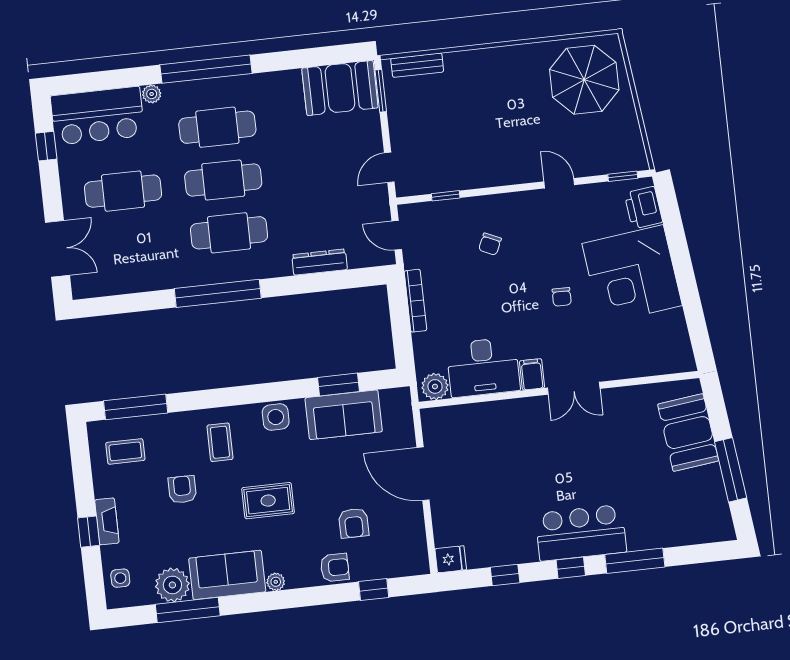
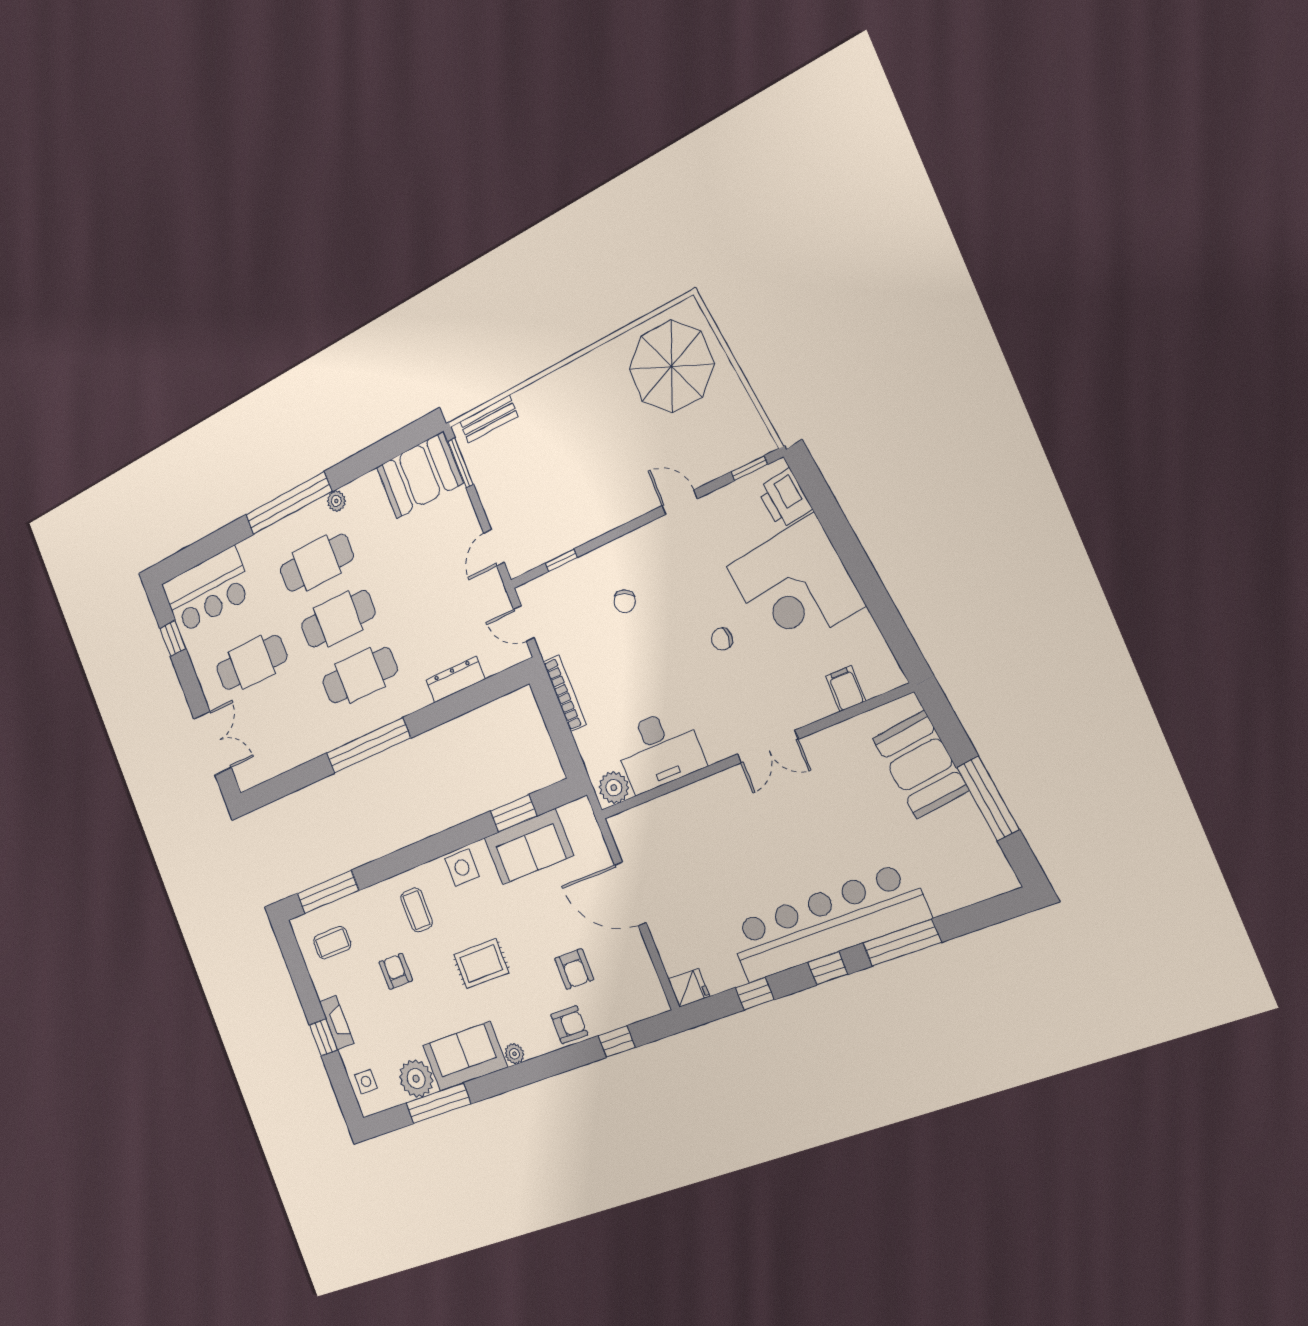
plant: (152, 94) -> (336, 501), moved
chair: (562, 297) -> (722, 639), turned 90
filing cabinet: (532, 374) -> (846, 689), moved
bar counter: (581, 533) -> (827, 922), width x1.86

